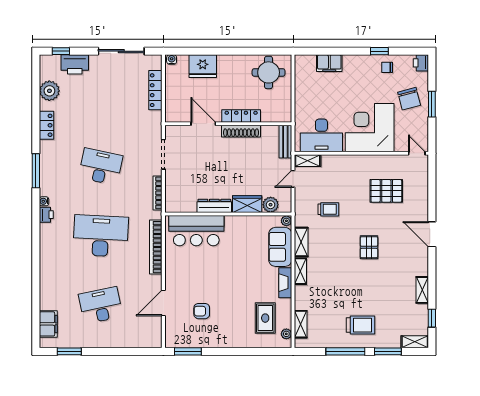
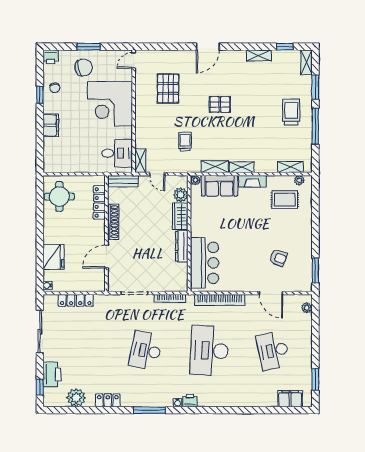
filing cabinet: (329, 63) -> (51, 125), moved
locker: (241, 116) -> (99, 202), moved
desk: (321, 135) -> (117, 153), width x0.73
armchair: (202, 311) -> (278, 258), turned -70
plant: (147, 342) -> (307, 308), added

